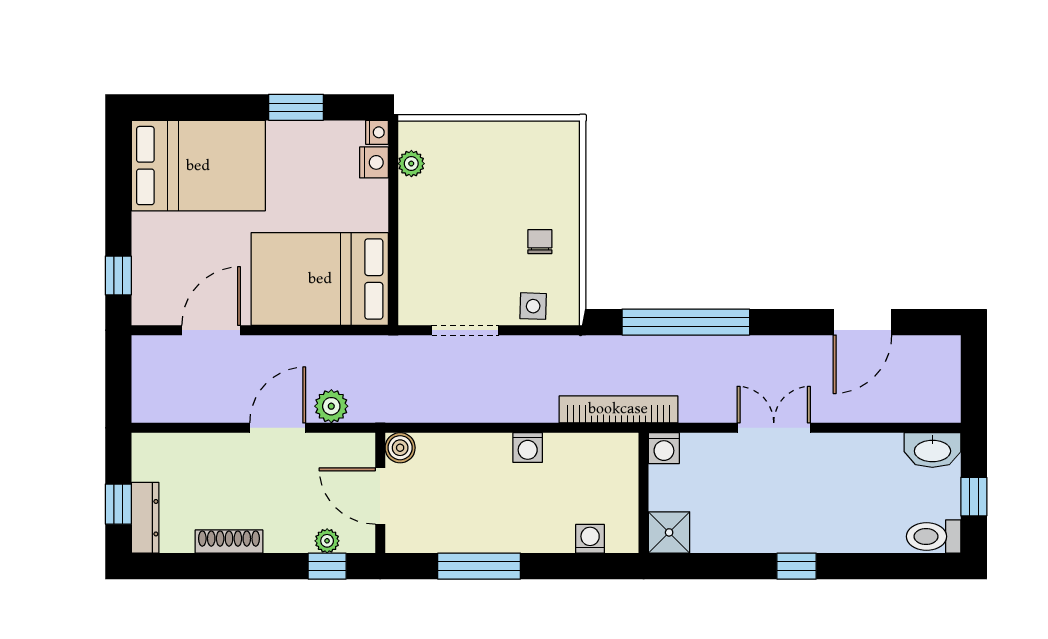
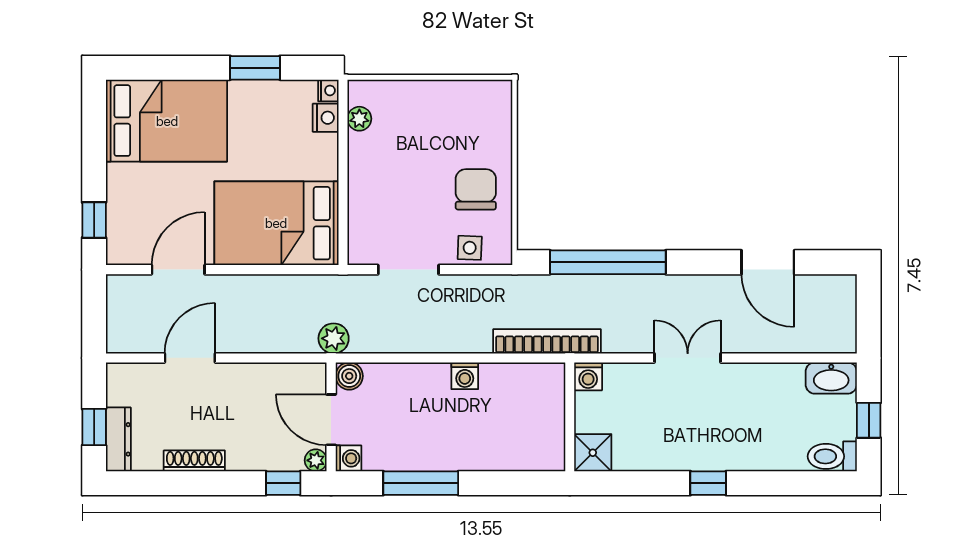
chair: (540, 242) -> (476, 189), width x1.87, depth x1.87
door: (862, 322) -> (768, 262), hinge flipped
plant: (331, 406) -> (334, 338), moved
door: (278, 428) -> (190, 358), moved
washing machine: (590, 539) -> (349, 458), moved, turned 90
plant: (327, 541) -> (316, 460), moved

